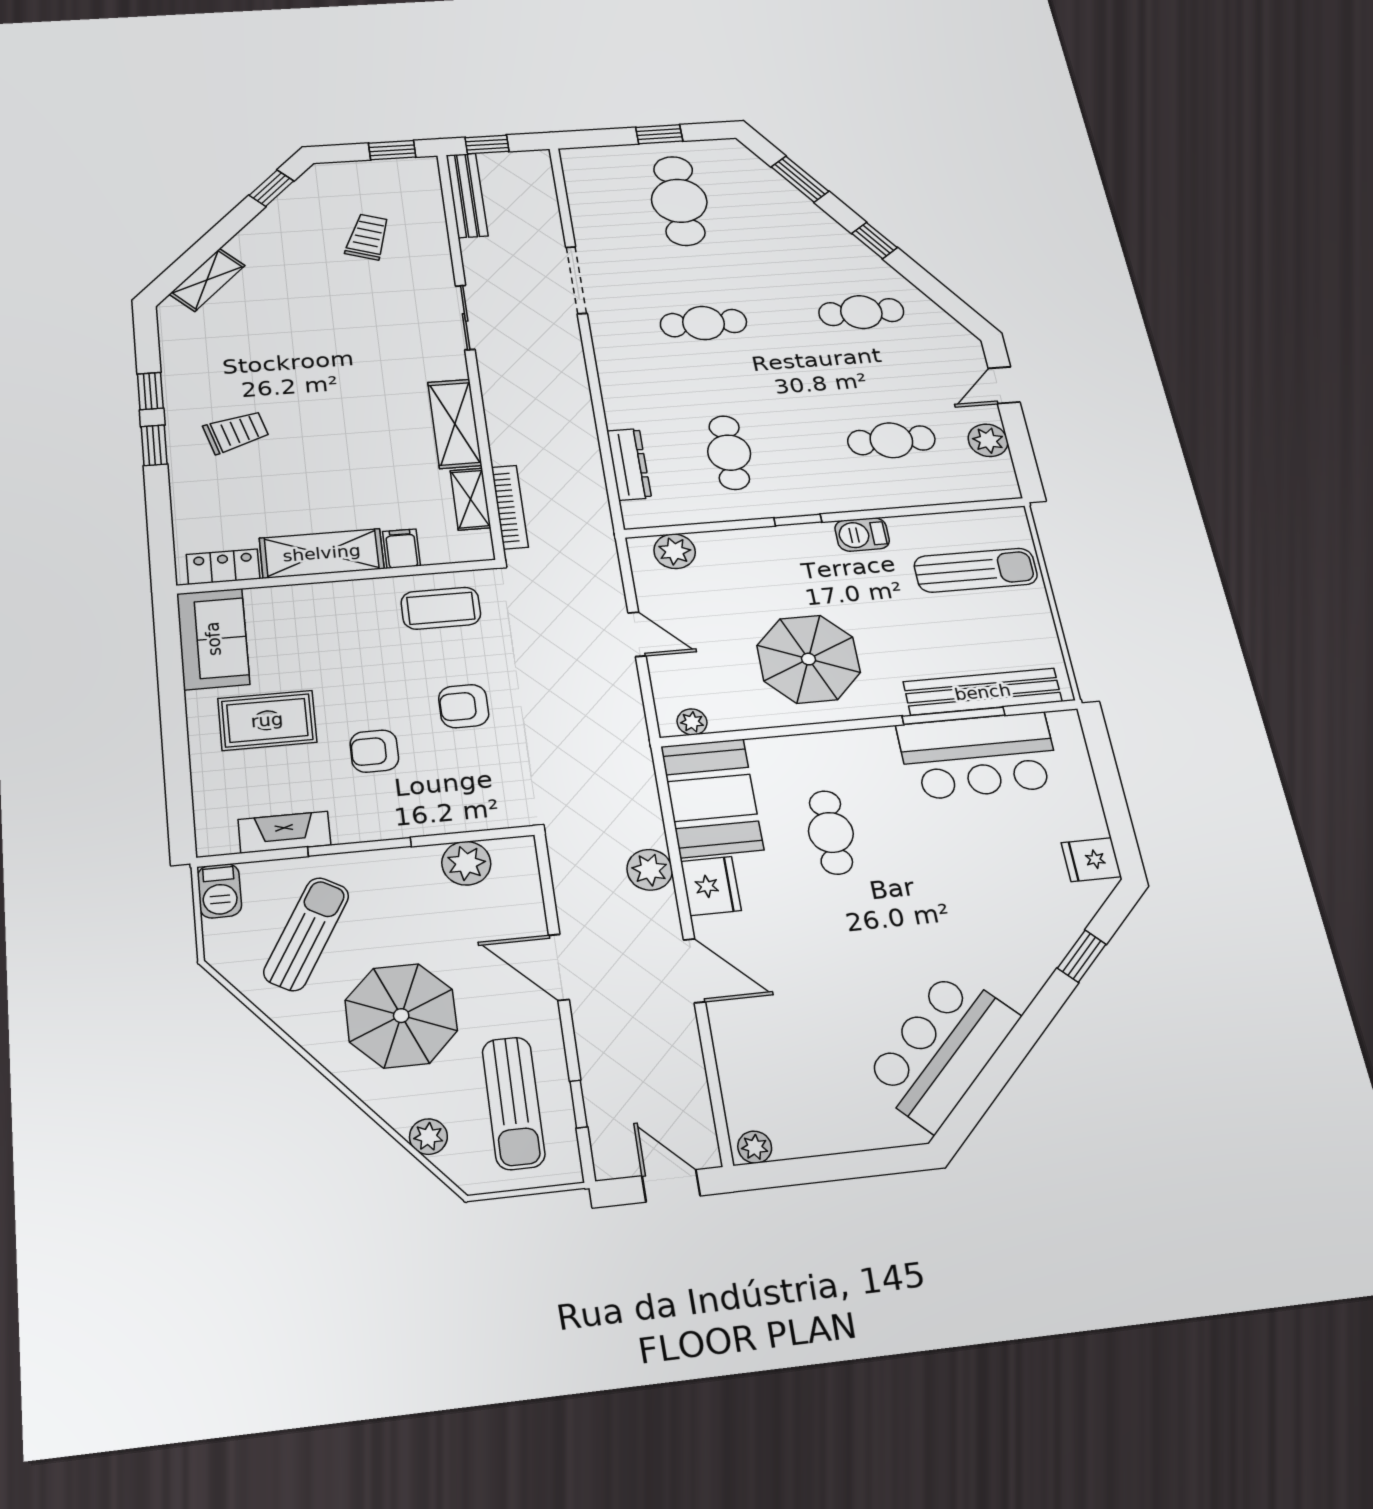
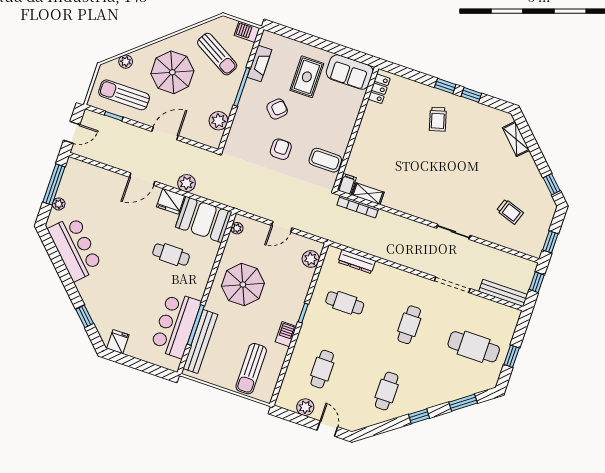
bench: (467, 195) -> (503, 293), moved
shelving: (455, 424) -> (405, 204), removed
filing cabinet: (402, 549) -> (347, 184), moved, turned -90
shelving: (322, 553) -> (369, 127), removed
coffee table: (441, 608) -> (325, 160), turned 90
armchair: (374, 751) -> (277, 109), turned 46
plant: (755, 1147) -> (59, 204), moved
window: (821, 1169) -> (54, 185), added

